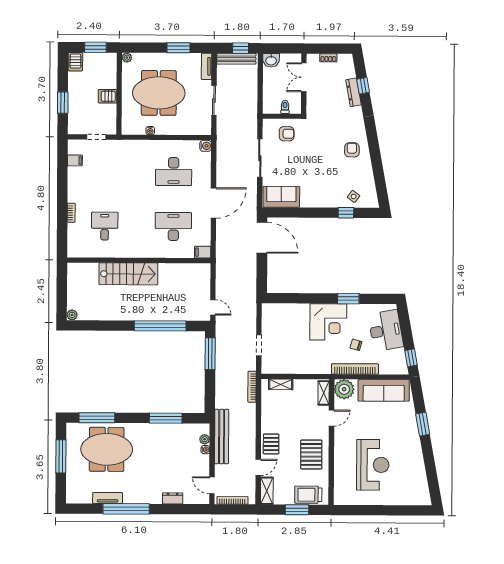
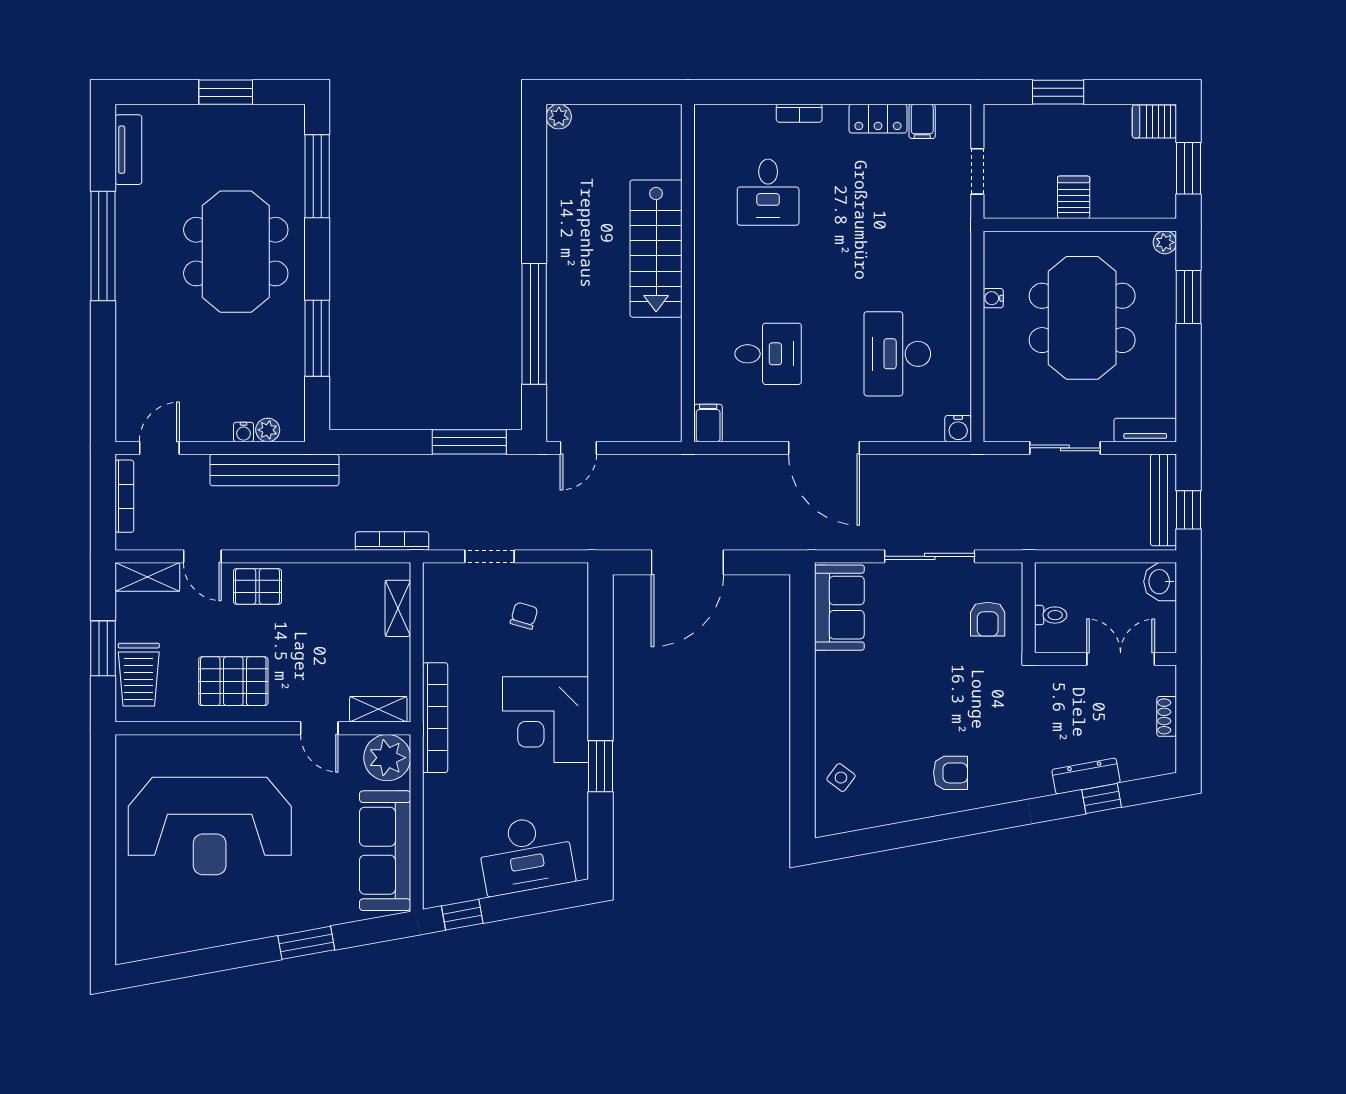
window: (178, 48) -> (1188, 297), moved
locker: (74, 179) -> (878, 119), added
window: (346, 213) -> (803, 760), removed
desk: (105, 226) -> (768, 192), turned 90
desk: (173, 226) -> (768, 354), width x0.73
door: (262, 238) -> (687, 562), moved
chair: (356, 345) -> (524, 616), moved
bookcase: (355, 369) -> (435, 718), moved
meeting table: (107, 449) -> (236, 252), moved
window: (61, 456) -> (226, 92), width x0.69
reception desk: (373, 465) -> (210, 826), width x1.36, depth x1.30
trolley: (308, 495) -> (139, 675), turned 180
tv unit: (108, 498) -> (128, 150), moved
dresser: (173, 498) -> (128, 355), removed

